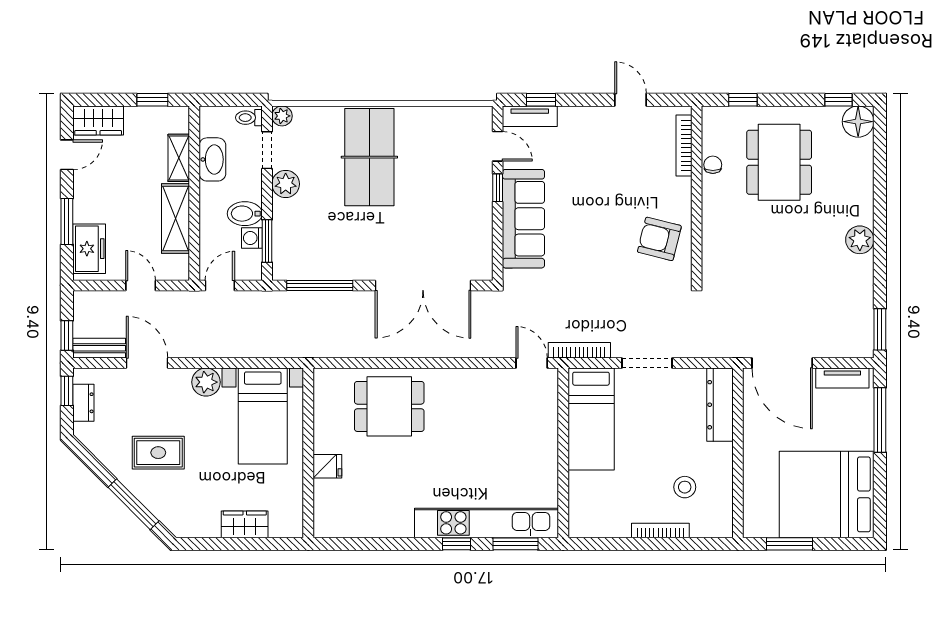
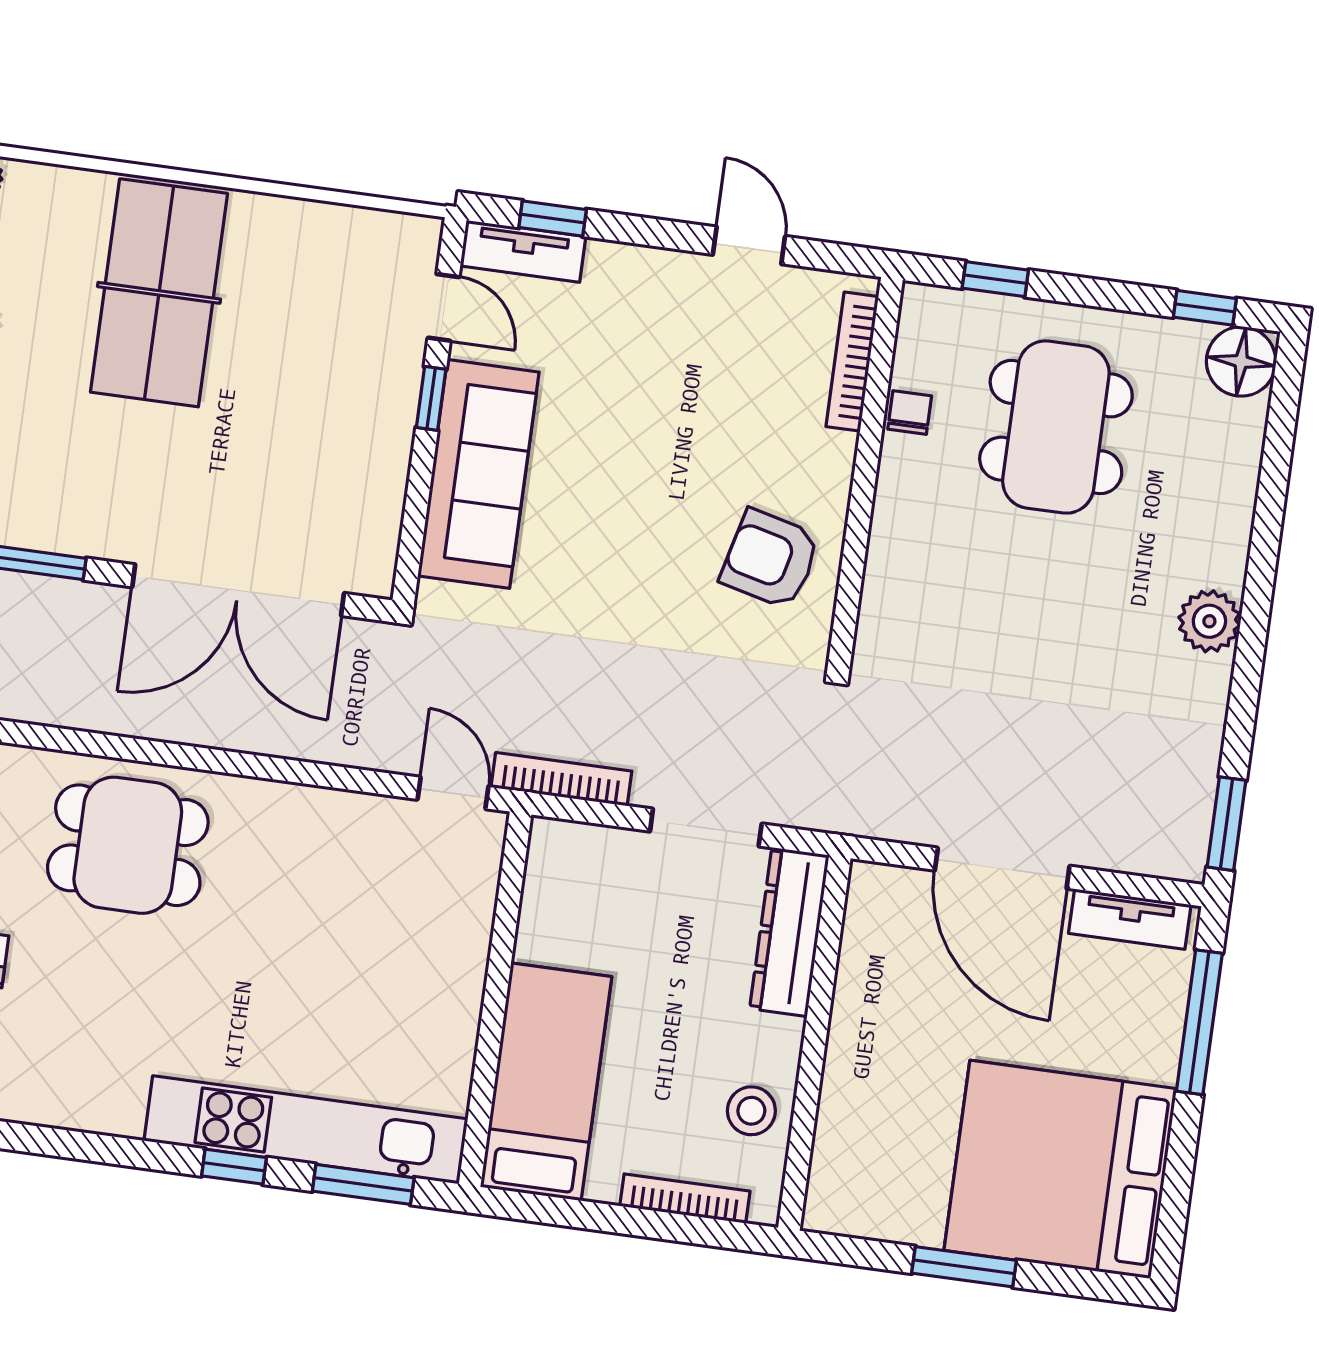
dresser: (720, 405) -> (789, 932), moved
bed: (591, 419) -> (546, 1082), moved, turned 180
wall: (738, 453) -> (814, 1043), moved

